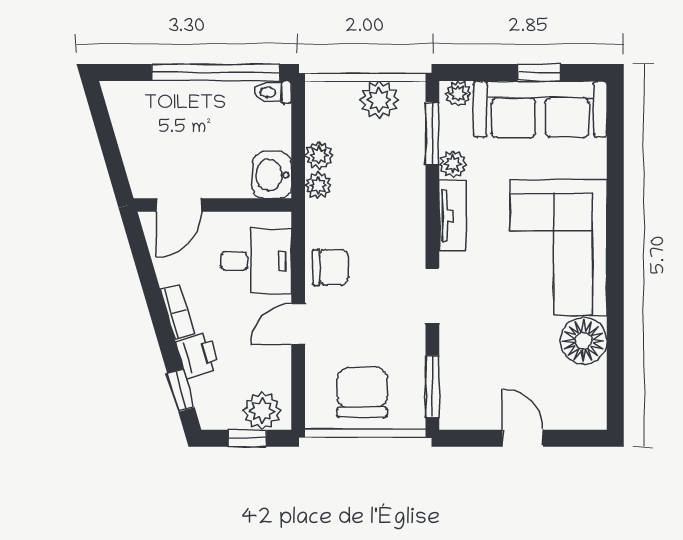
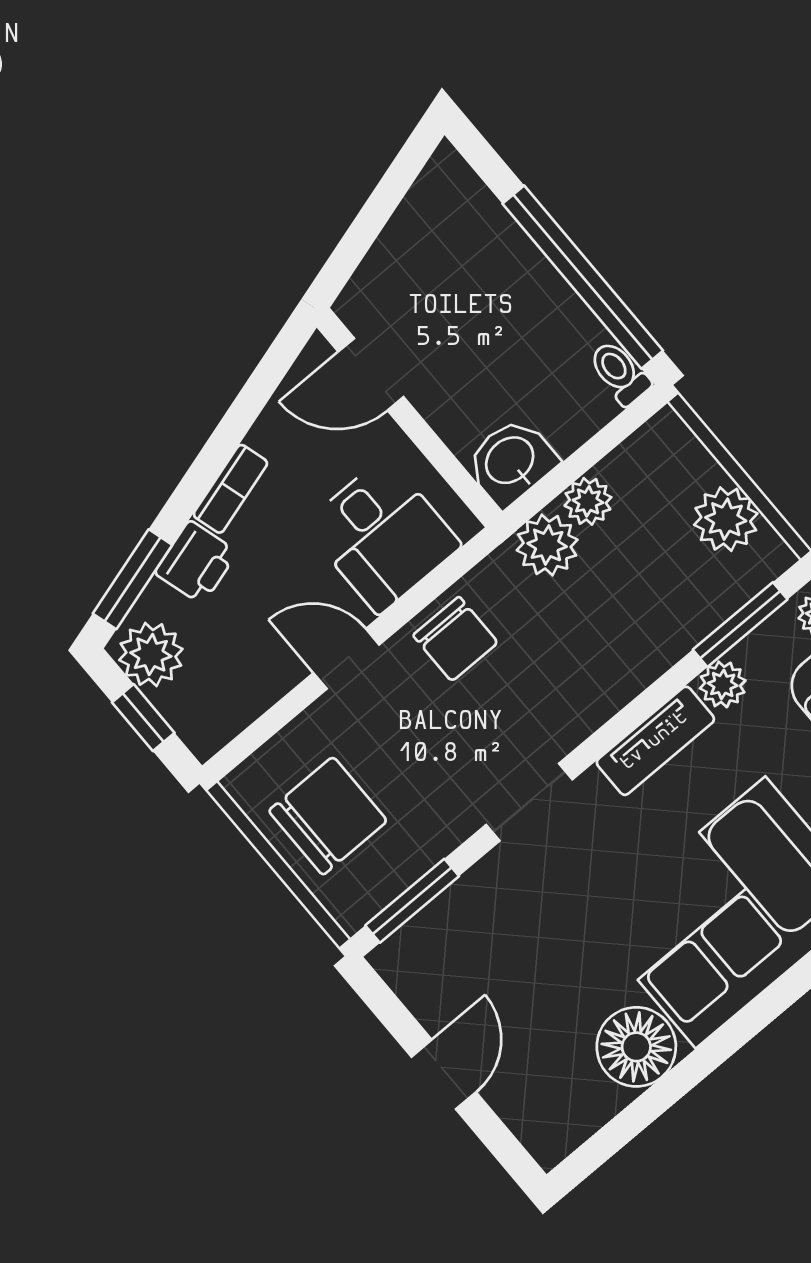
plant: (318, 185) -> (547, 545), width x1.38, depth x1.38
window: (181, 390) -> (133, 579), width x1.50
plant: (262, 411) -> (151, 655), moved

